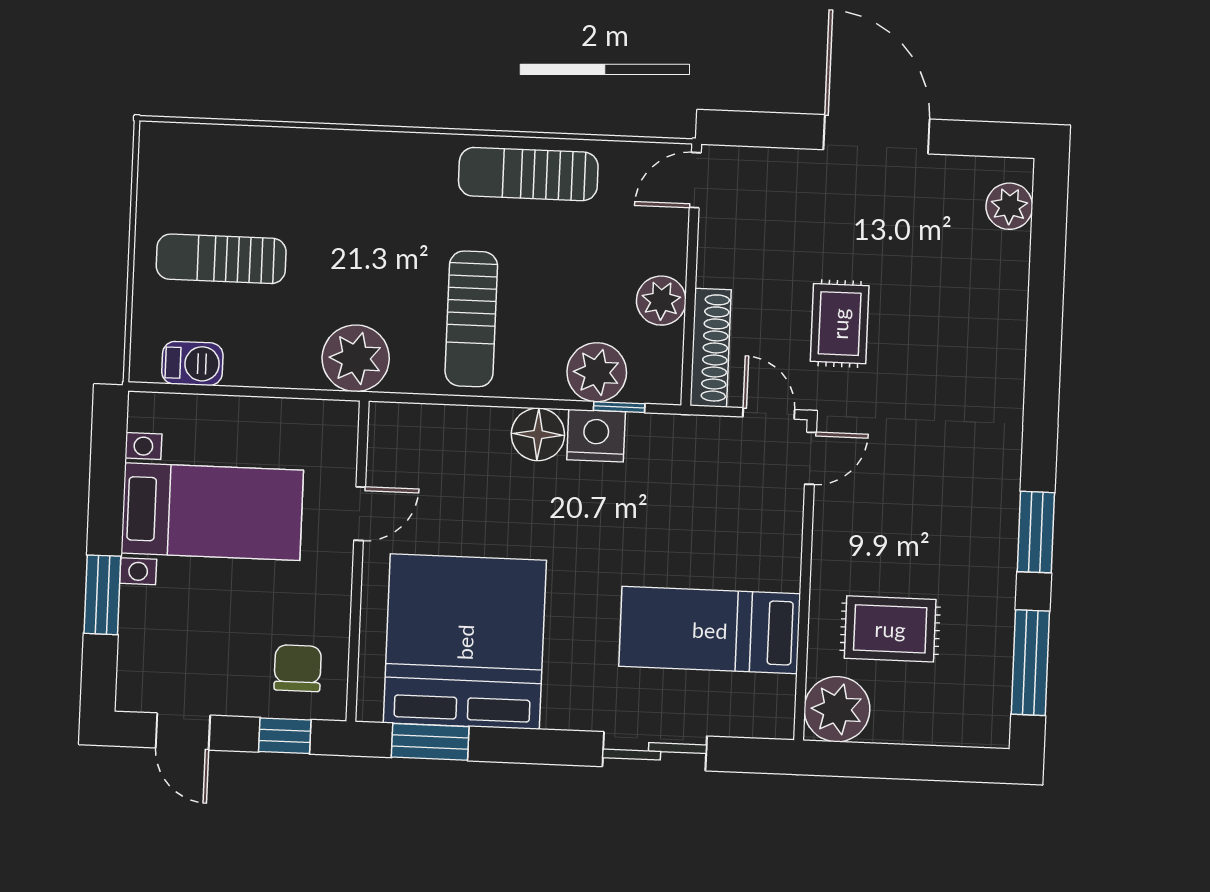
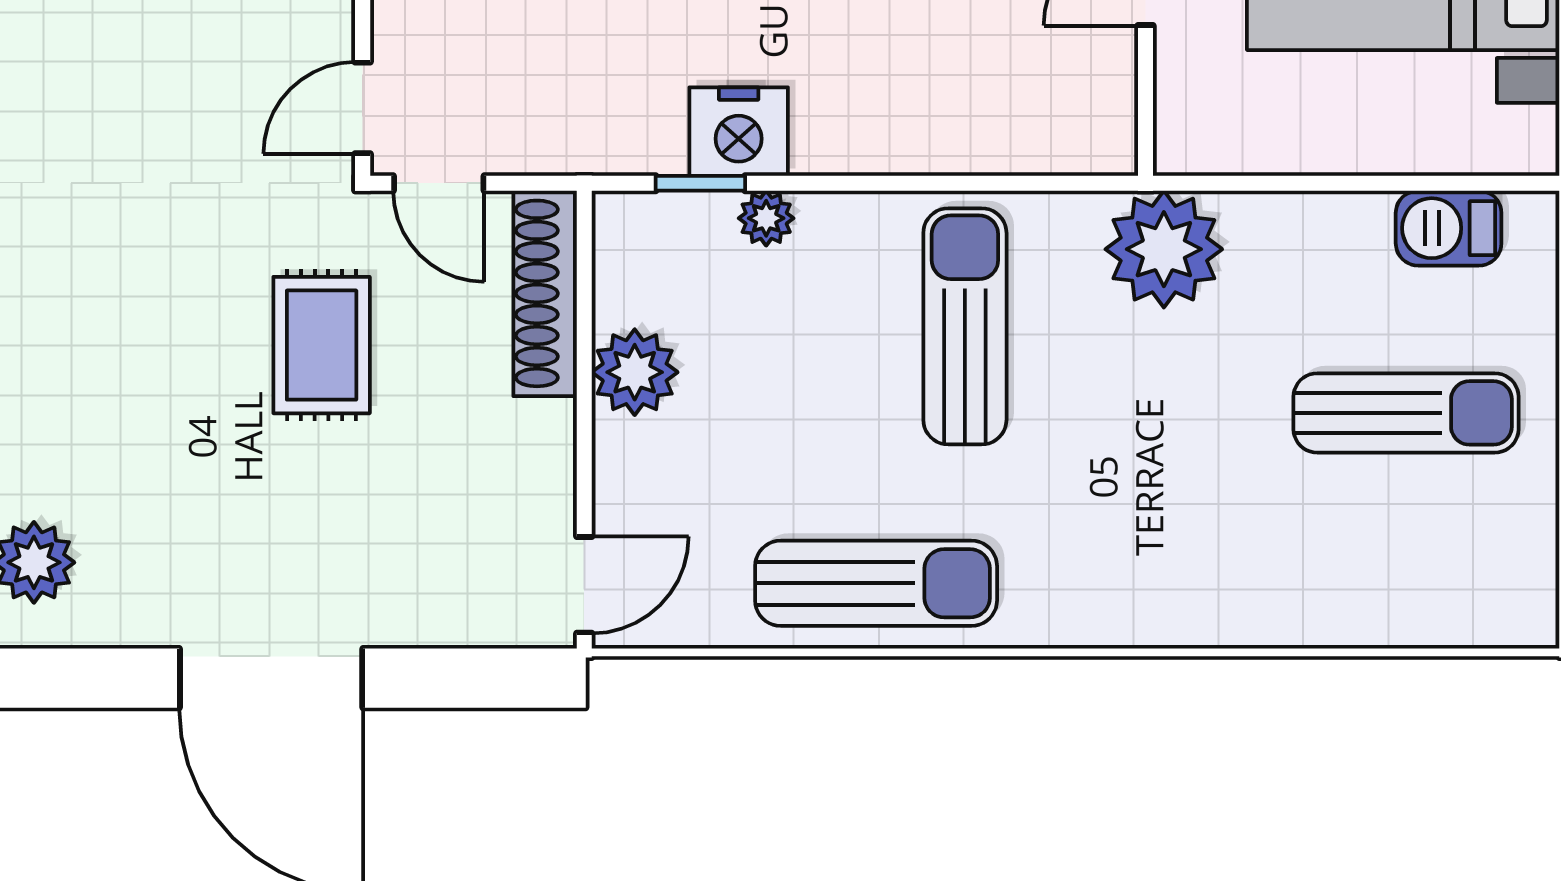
plant: (597, 372) -> (766, 218), width x0.53, depth x0.53
floor lamp: (538, 434) -> (840, 130), removed

